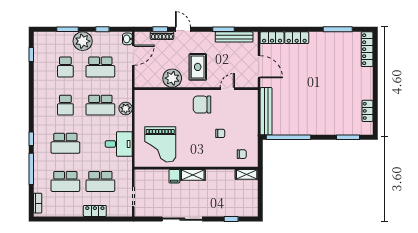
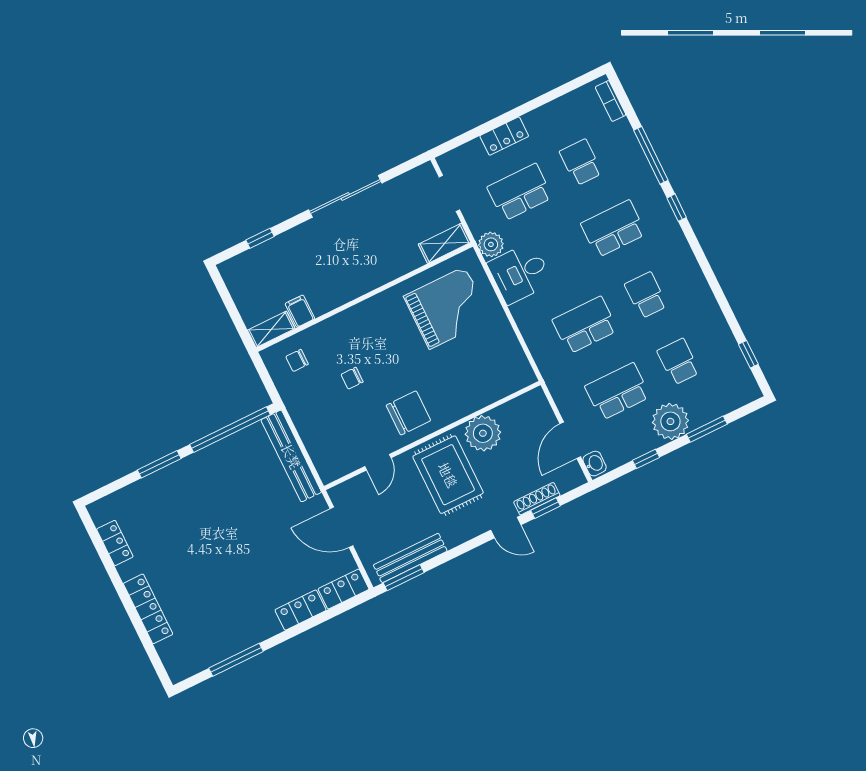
window: (223, 29) -> (404, 578), moved
locker: (367, 49) -> (148, 609), moved
rug: (198, 67) -> (448, 475), width x1.36, depth x1.43
plant: (126, 108) -> (491, 244), moved
window: (348, 137) -> (159, 464), moved
grand piano: (160, 144) -> (447, 308), turned 90
shelving: (193, 175) -> (445, 243), moved
filing cabinet: (174, 176) -> (300, 311), moved
school desk: (65, 181) -> (581, 162), width x0.54

